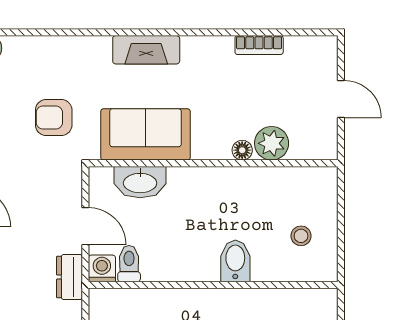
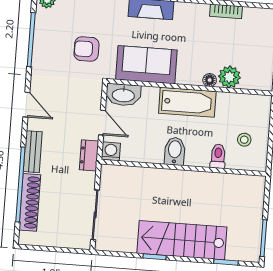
washbasin: (140, 182) -> (123, 95), moved
bathtub: (211, 186) -> (187, 102), added
bidet: (235, 261) -> (175, 151), moved
toilet: (129, 264) -> (218, 156), moved

